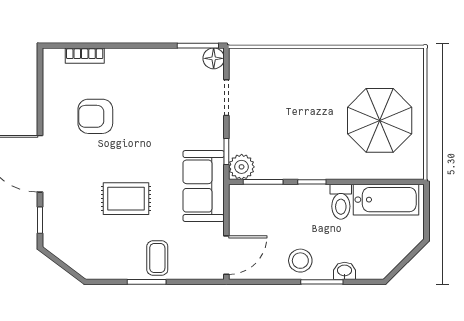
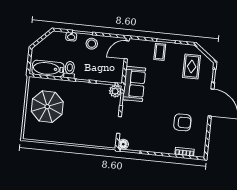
rug: (126, 199) -> (192, 66), moved, turned 90

